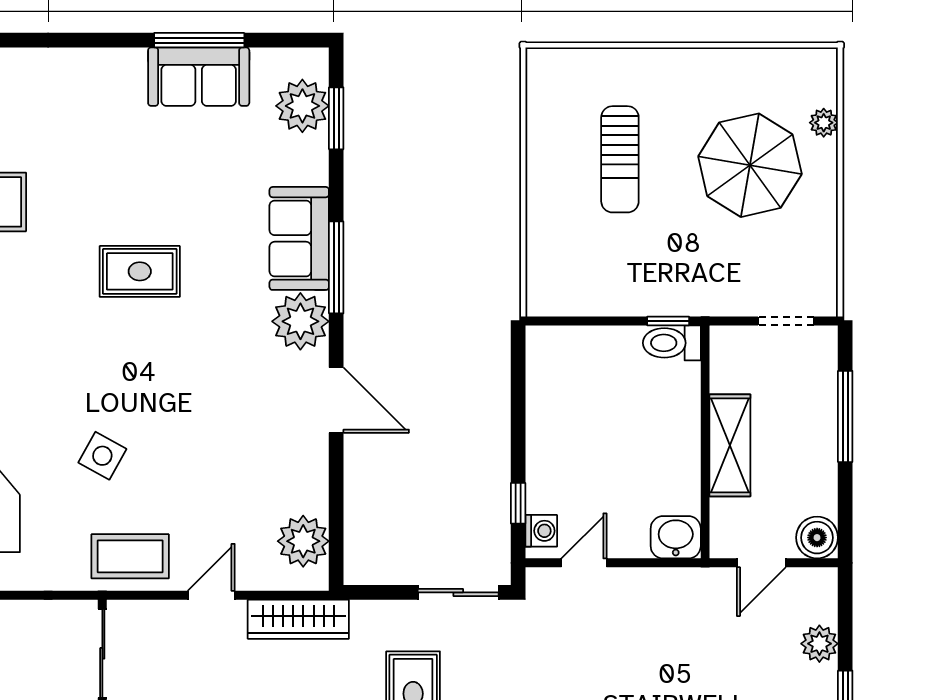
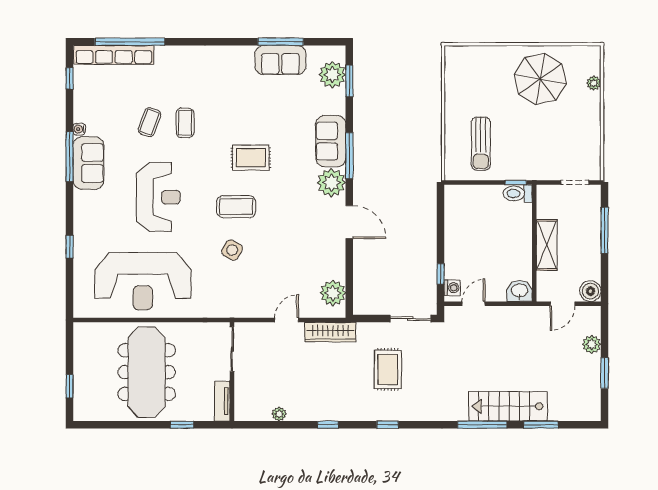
sun lounger: (620, 159) -> (481, 144), moved
parasol: (750, 165) -> (540, 79), moved
coffee table: (130, 556) -> (236, 207), moved

